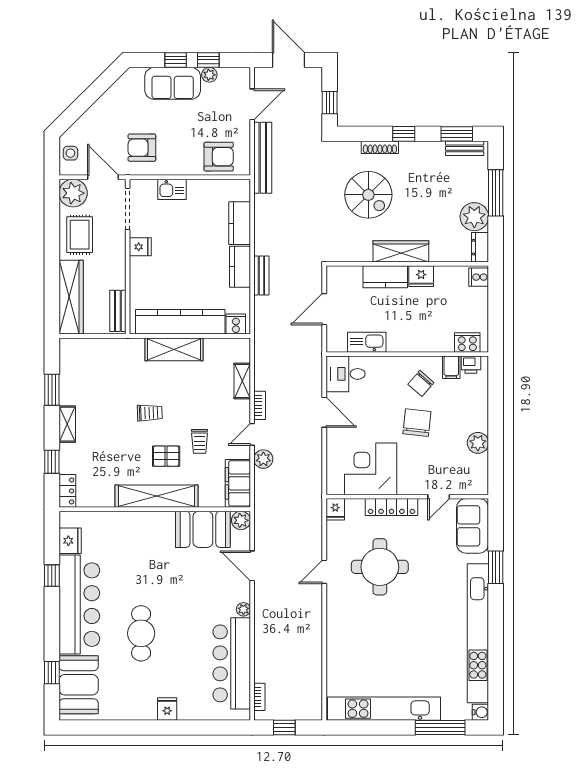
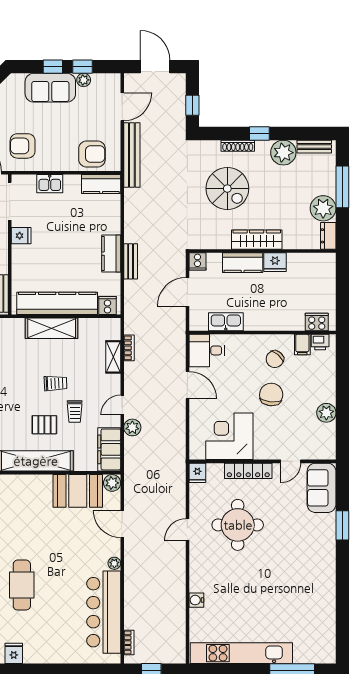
window: (457, 134) -> (307, 134), removed
plant: (430, 155) -> (283, 153), added
kitchen counter: (240, 223) -> (101, 184), moved, turned -90
cooker: (479, 277) -> (197, 261), moved, turned -90
bookcase: (260, 405) -> (129, 348), moved
trolley: (150, 413) -> (55, 383), moved
kitchen unit: (478, 633) -> (326, 585), removed
fridge: (167, 709) -> (14, 653), moved
water cooler: (480, 712) -> (196, 600), moved, turned 180

